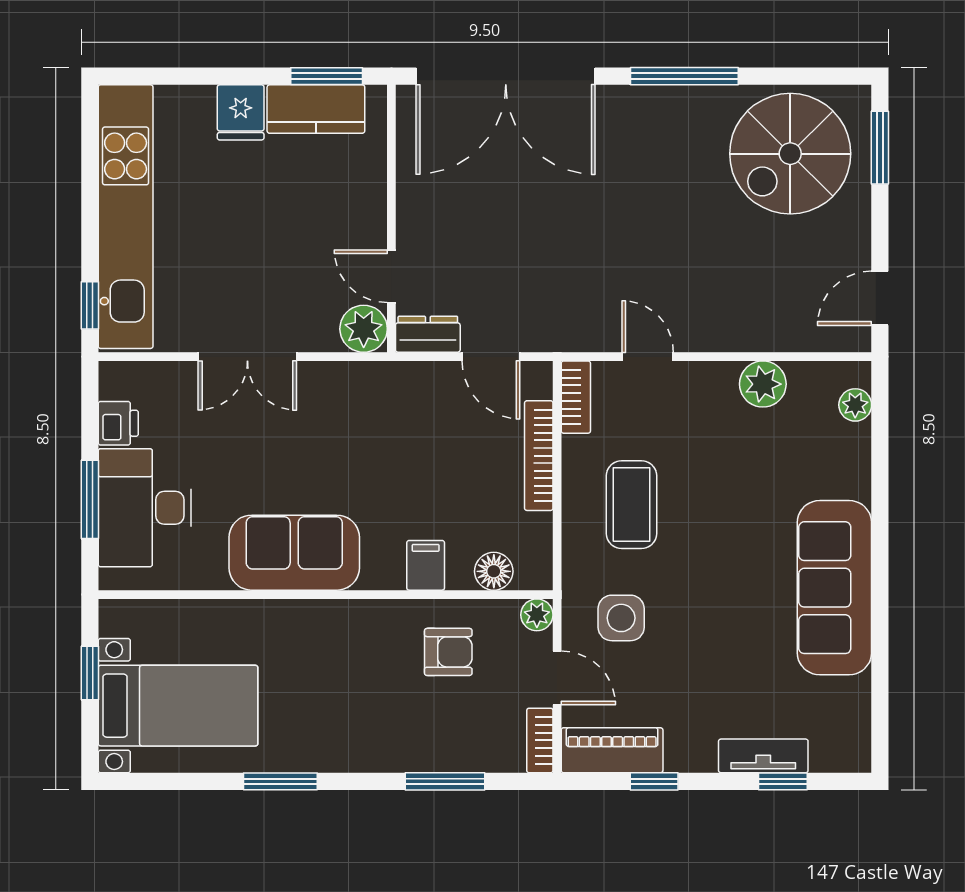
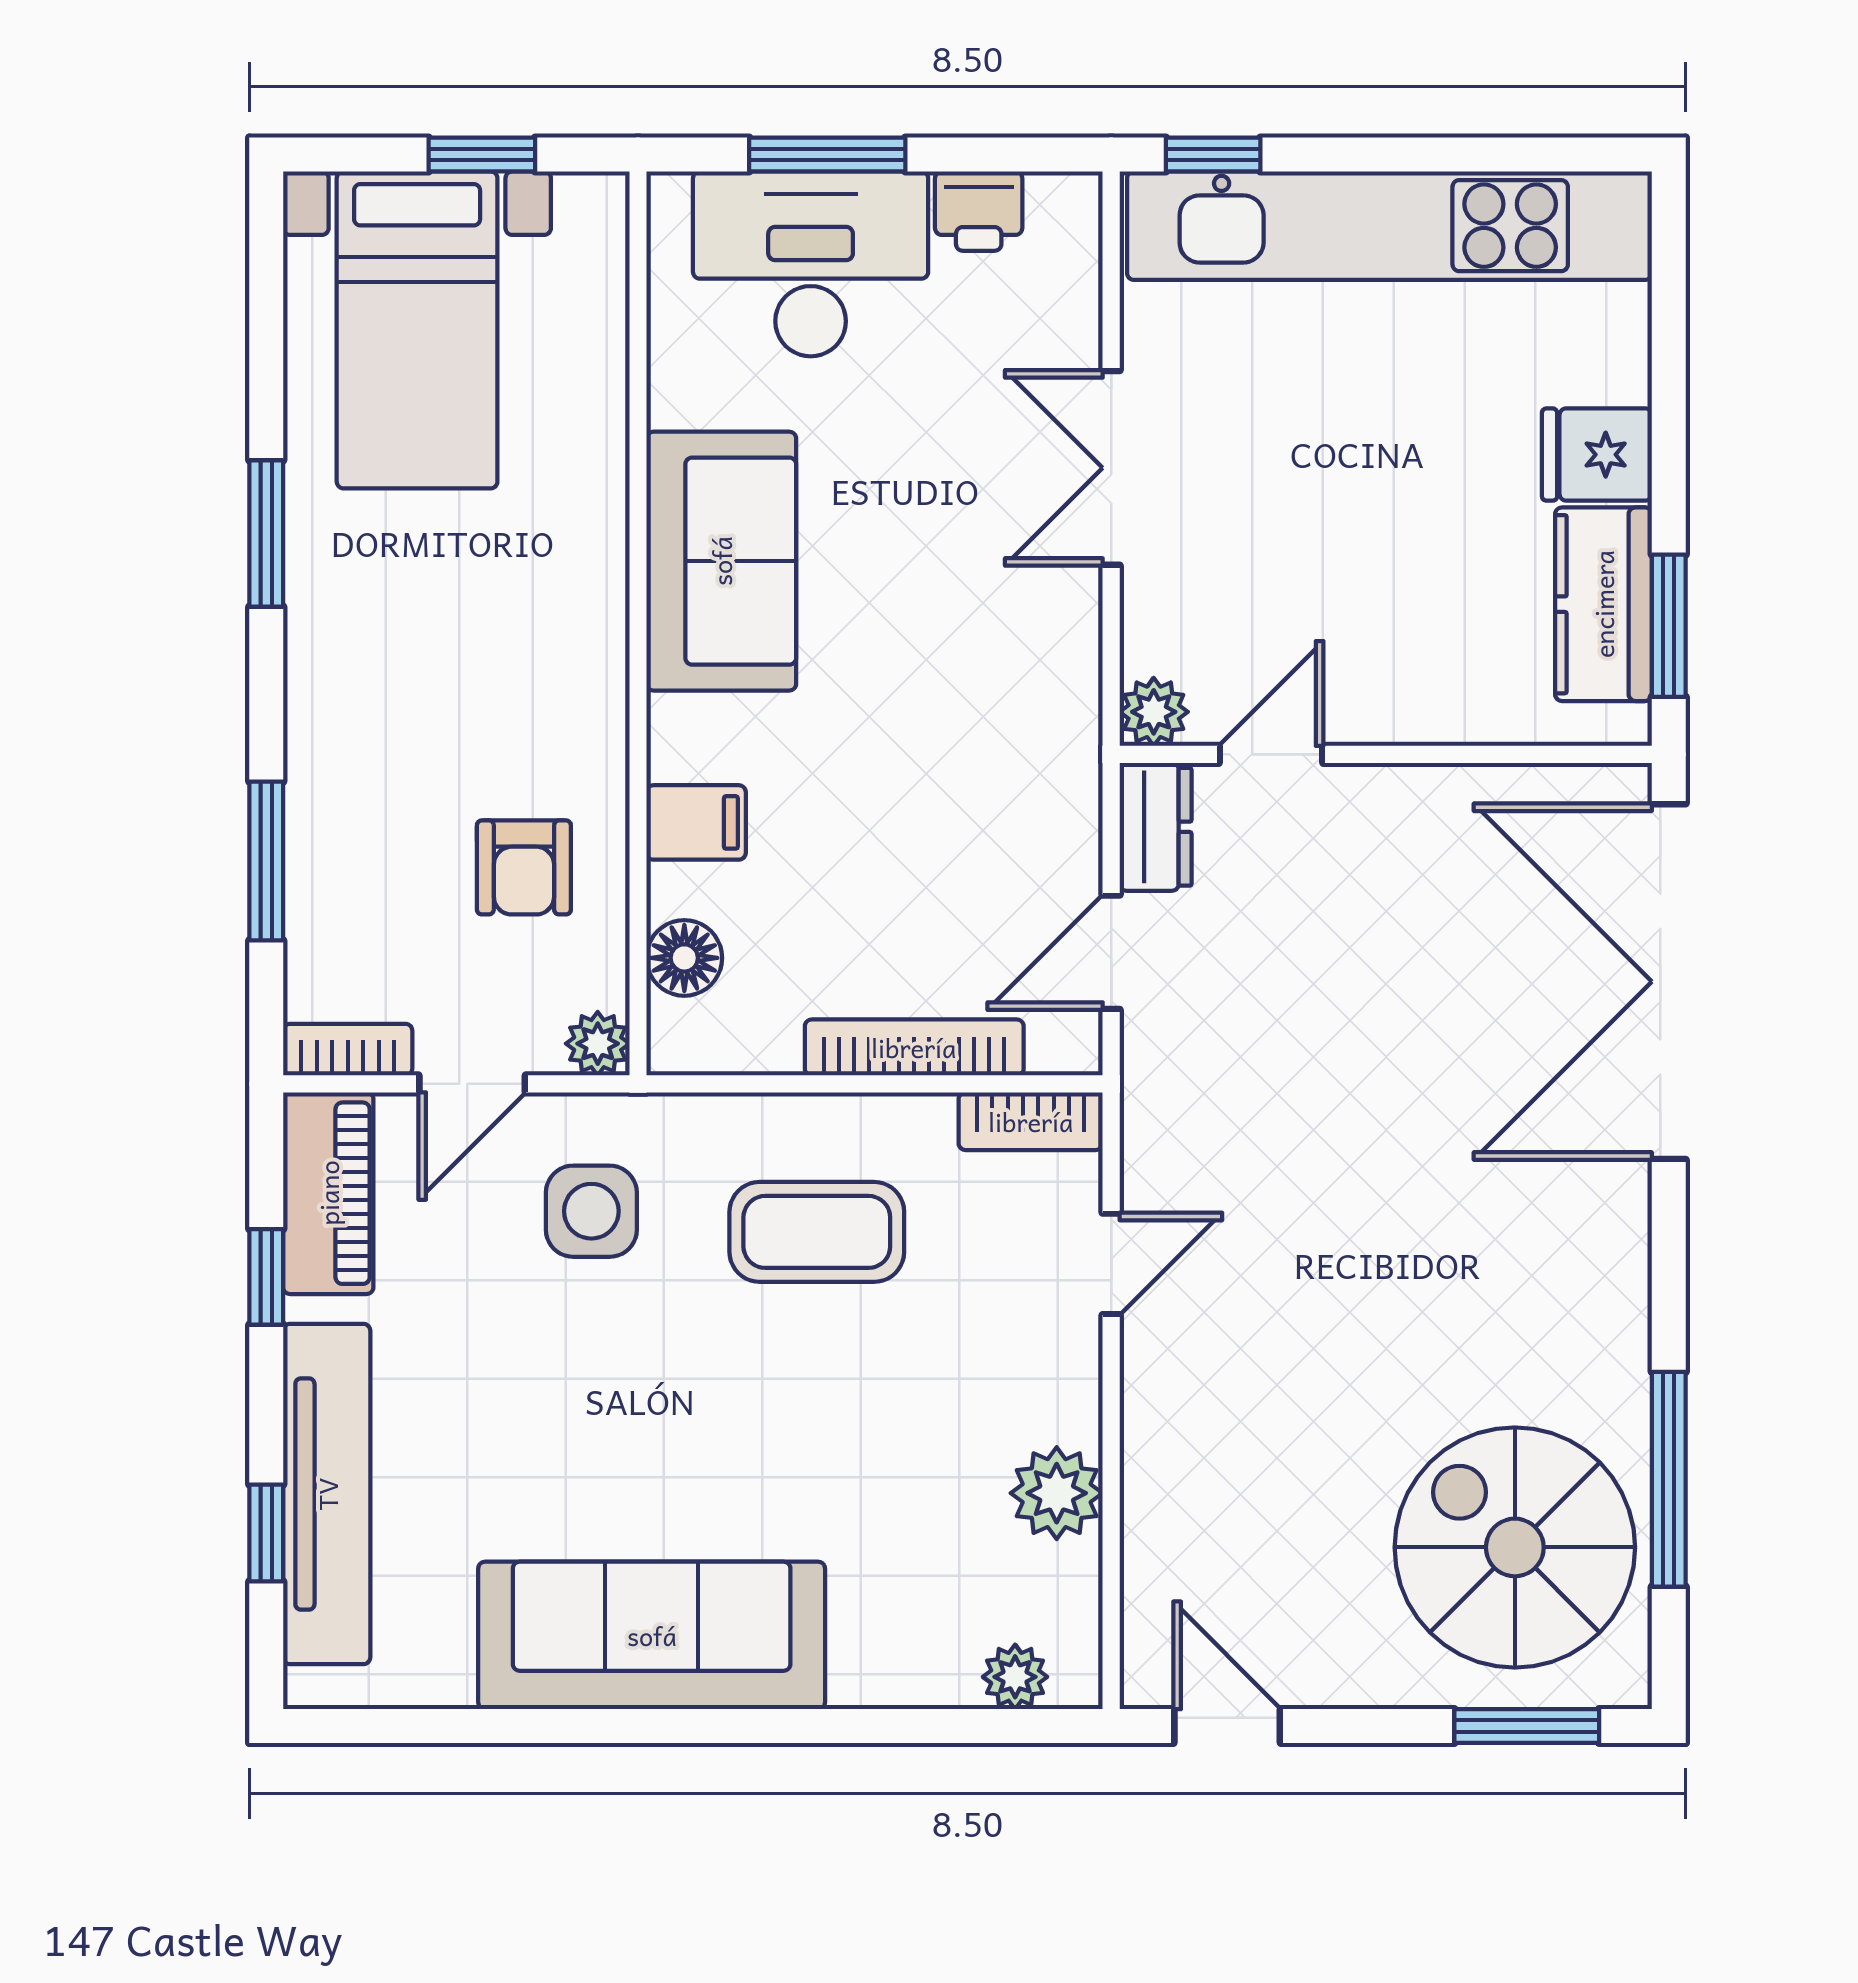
window: (684, 76) -> (1669, 1479), moved
plant: (364, 329) -> (1154, 712), width x0.73, depth x0.73
tv unit: (763, 756) -> (327, 1494), width x1.92, depth x1.29

